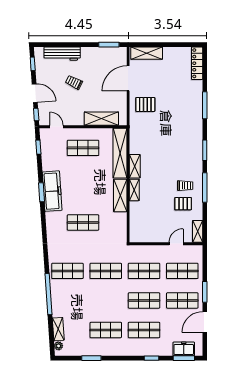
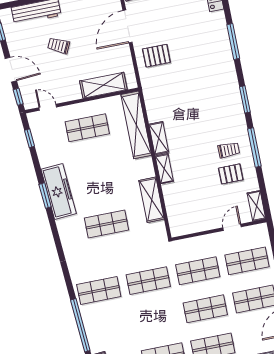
shelving: (120, 195) -> (152, 200), moved

